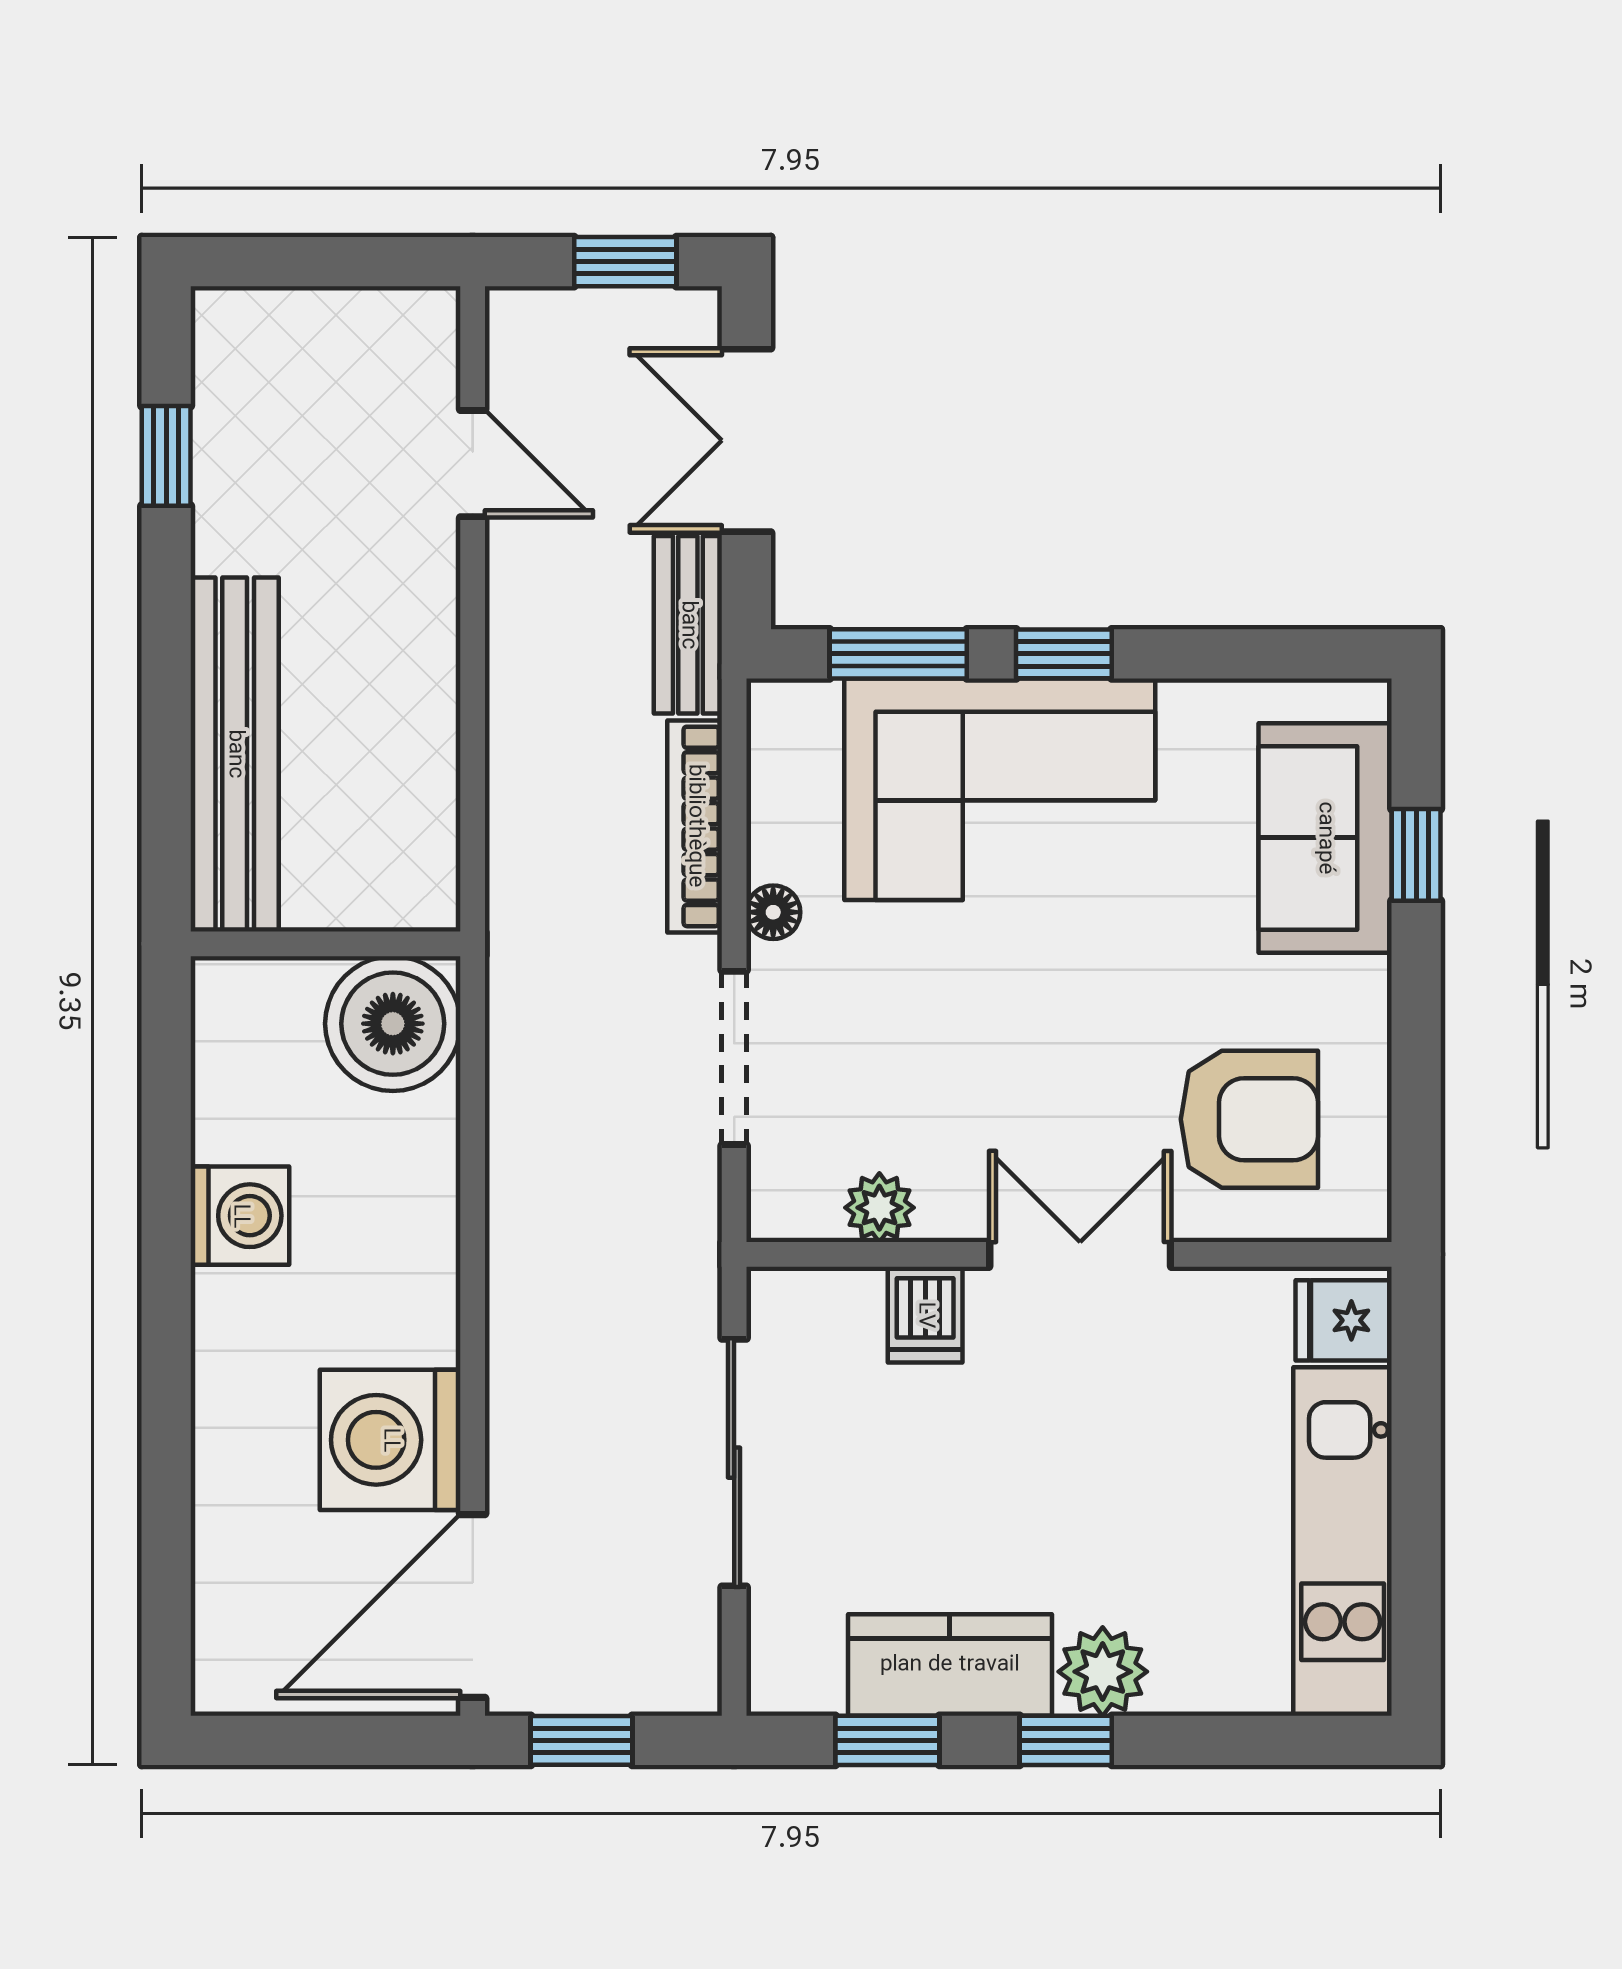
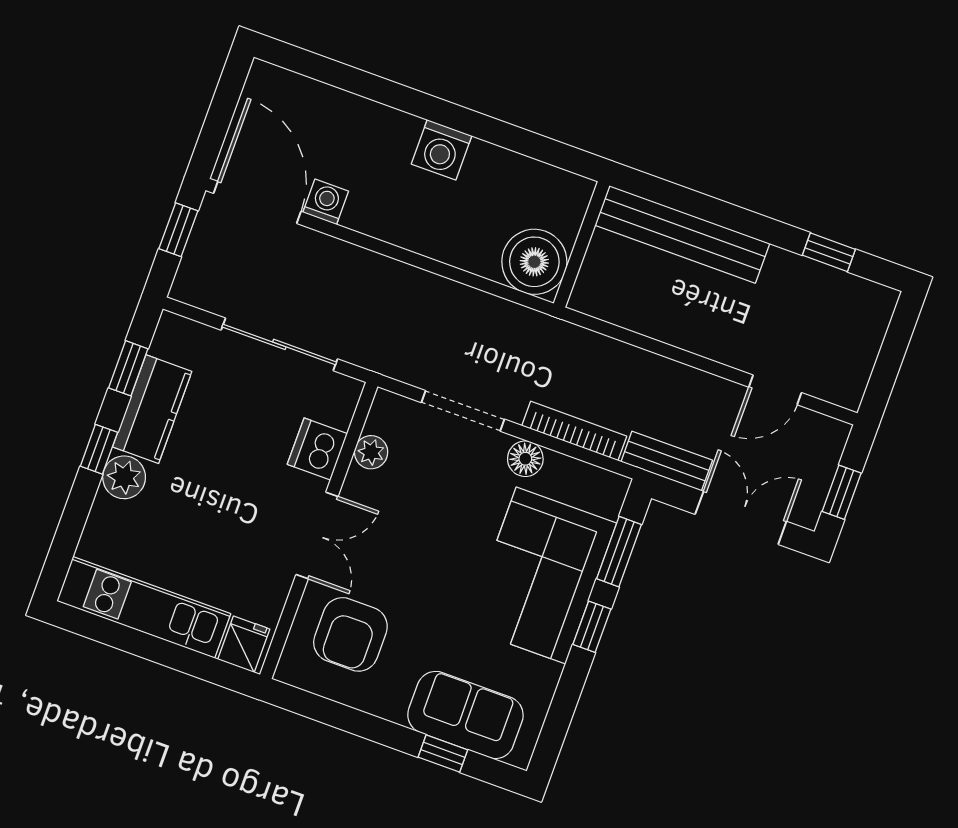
floor lamp: (773, 912) -> (525, 459), width x1.37, depth x1.37
washing machine: (240, 1216) -> (442, 150), moved
dishwasher: (925, 1315) -> (317, 449), width x1.38
washing machine: (390, 1440) -> (326, 202), width x0.53, depth x0.53

